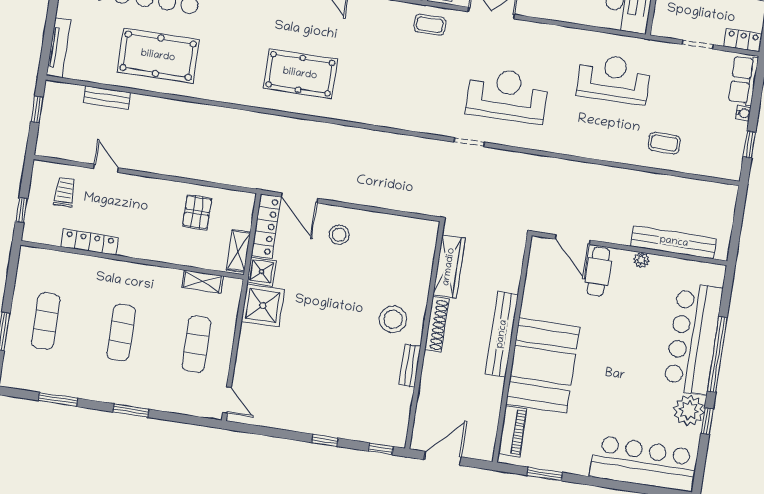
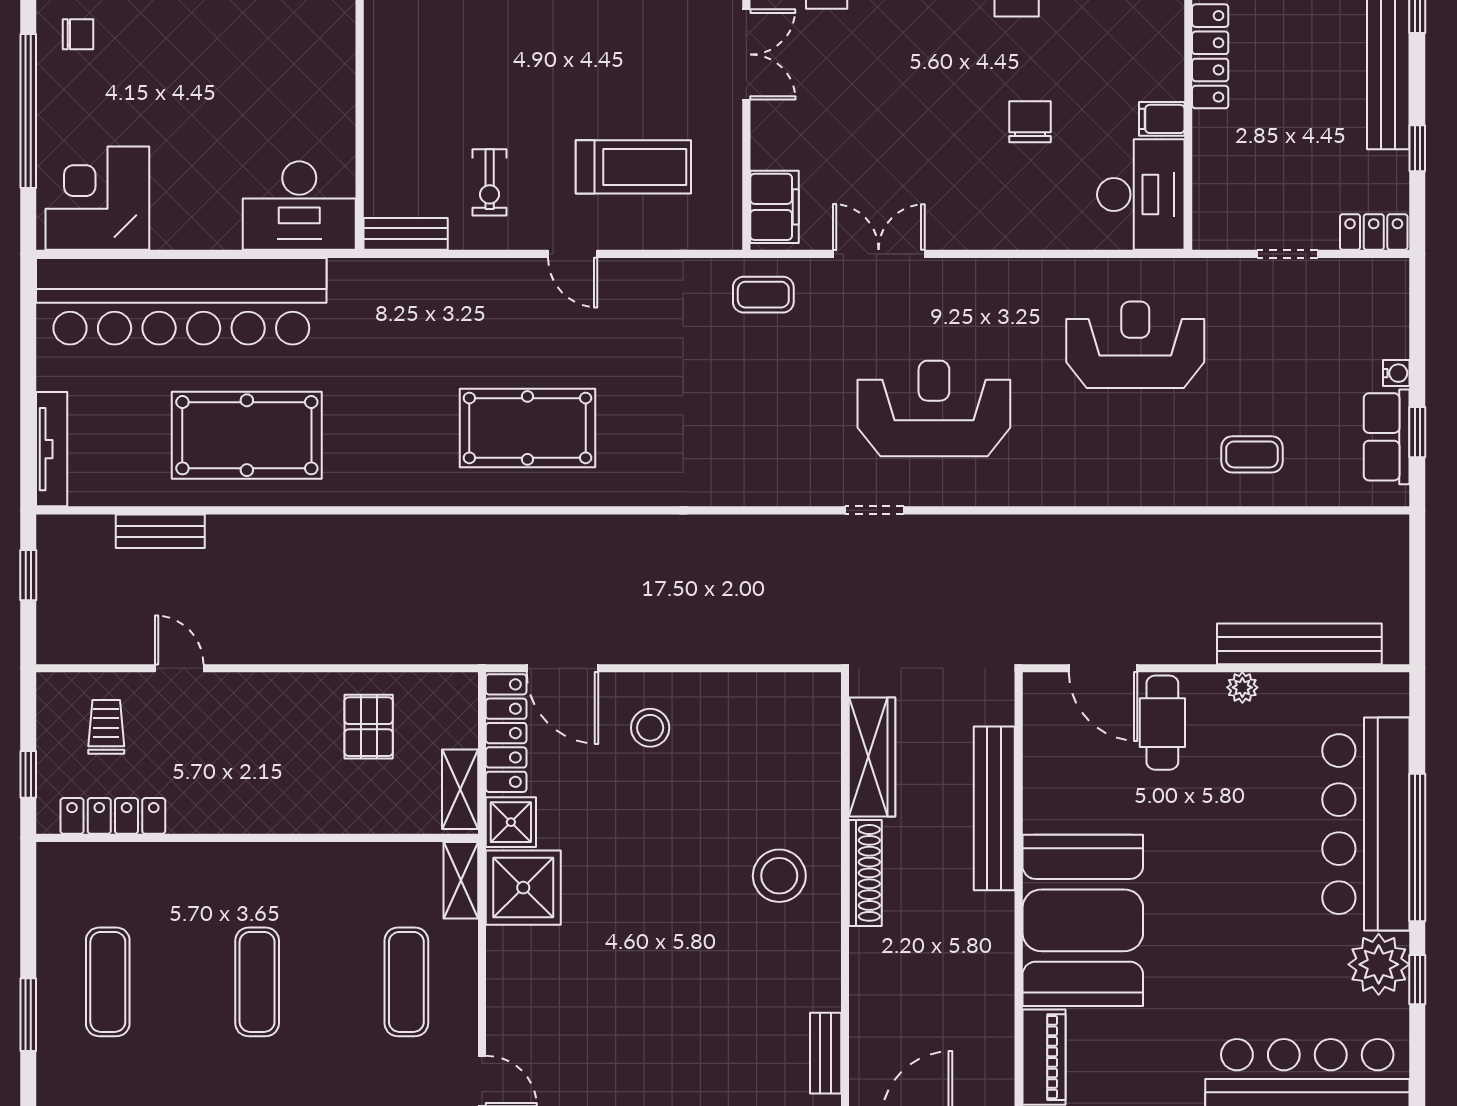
row of seats: (743, 80) -> (1387, 437), moved
locker: (90, 242) -> (113, 816), moved
shelving: (203, 282) -> (461, 880), moved, turned 90
bench: (502, 334) -> (994, 808), moved
bench: (410, 366) -> (826, 1053), moved

